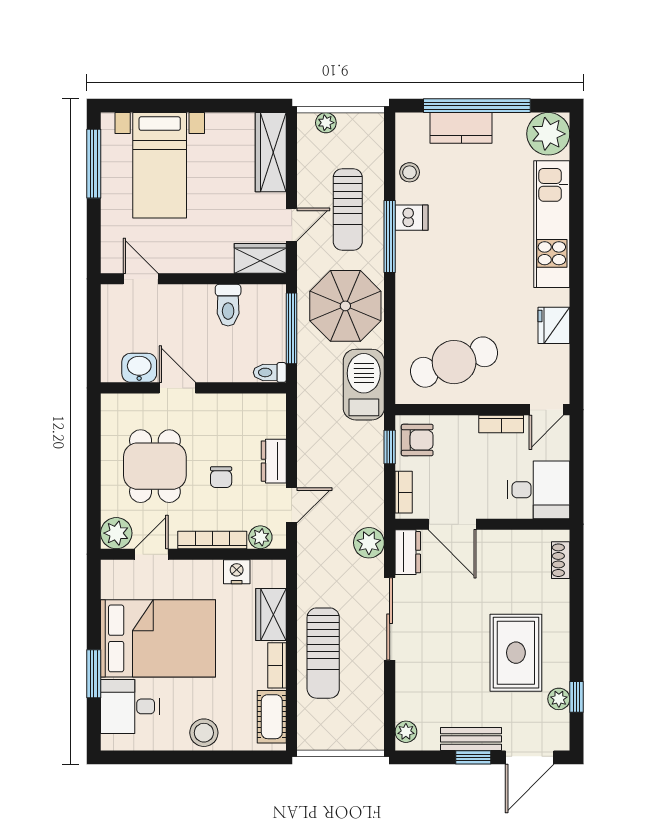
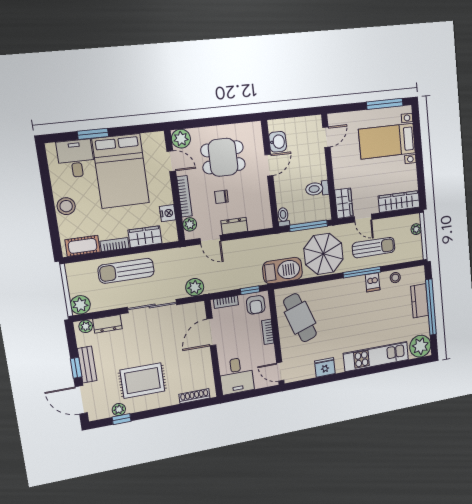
sun lounger: (348, 209) -> (374, 248), turned 180
bookcase: (501, 424) -> (268, 332), moved
dresser: (408, 552) -> (107, 324), moved
shoe rack: (561, 560) -> (194, 396), width x1.43
plant: (368, 735) -> (80, 305), added

